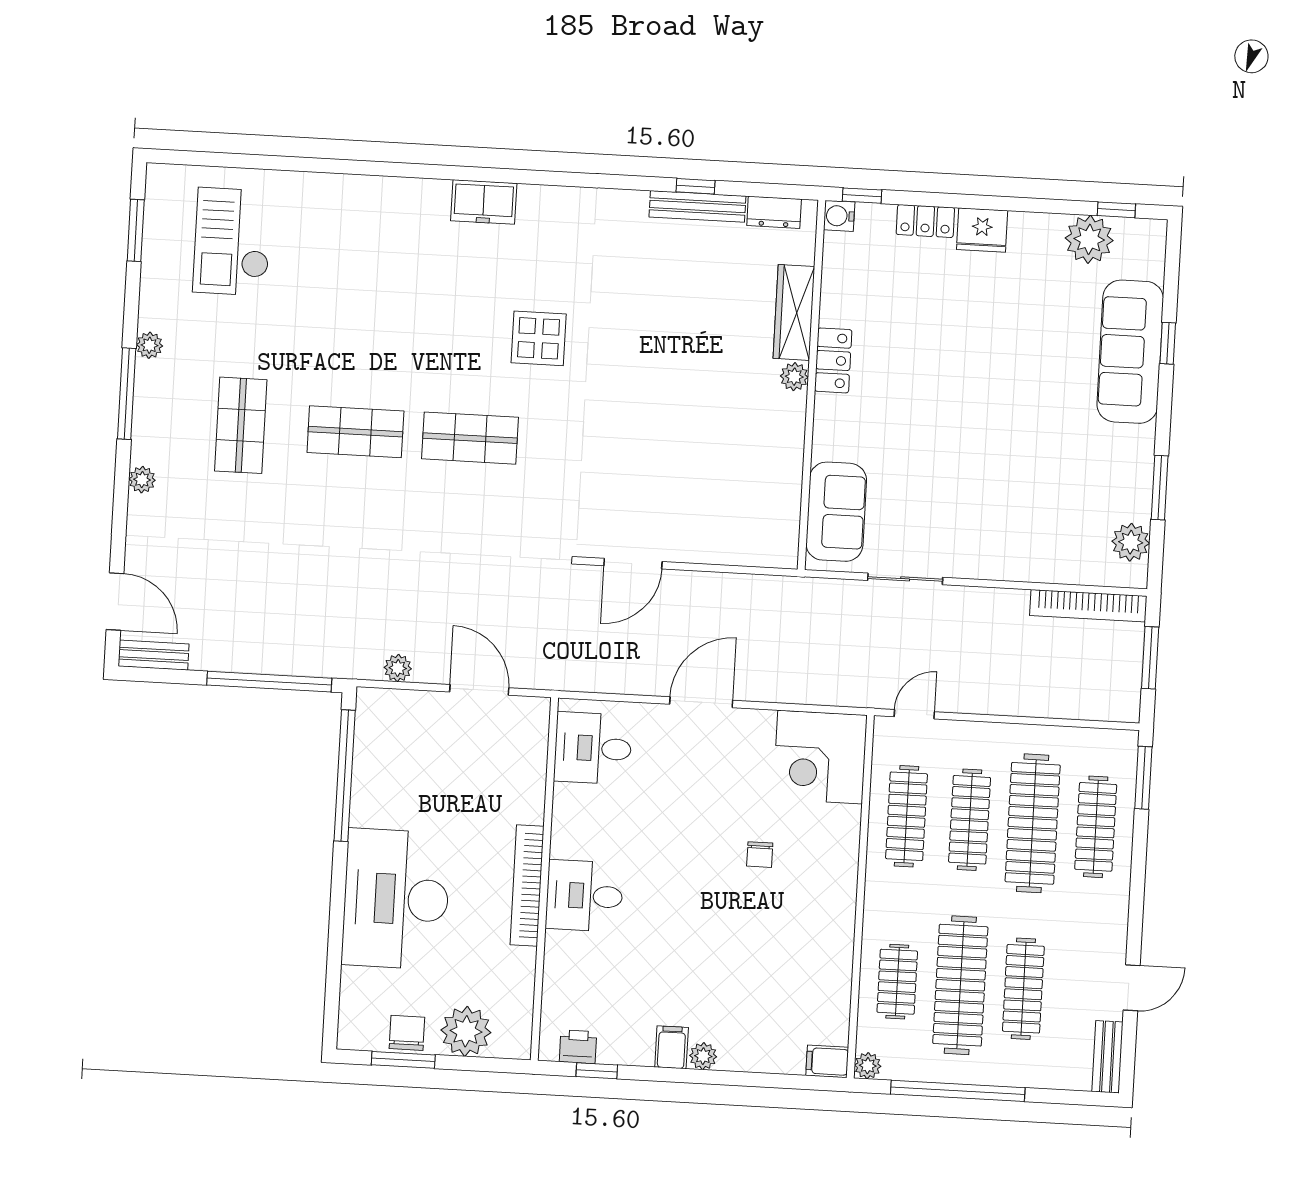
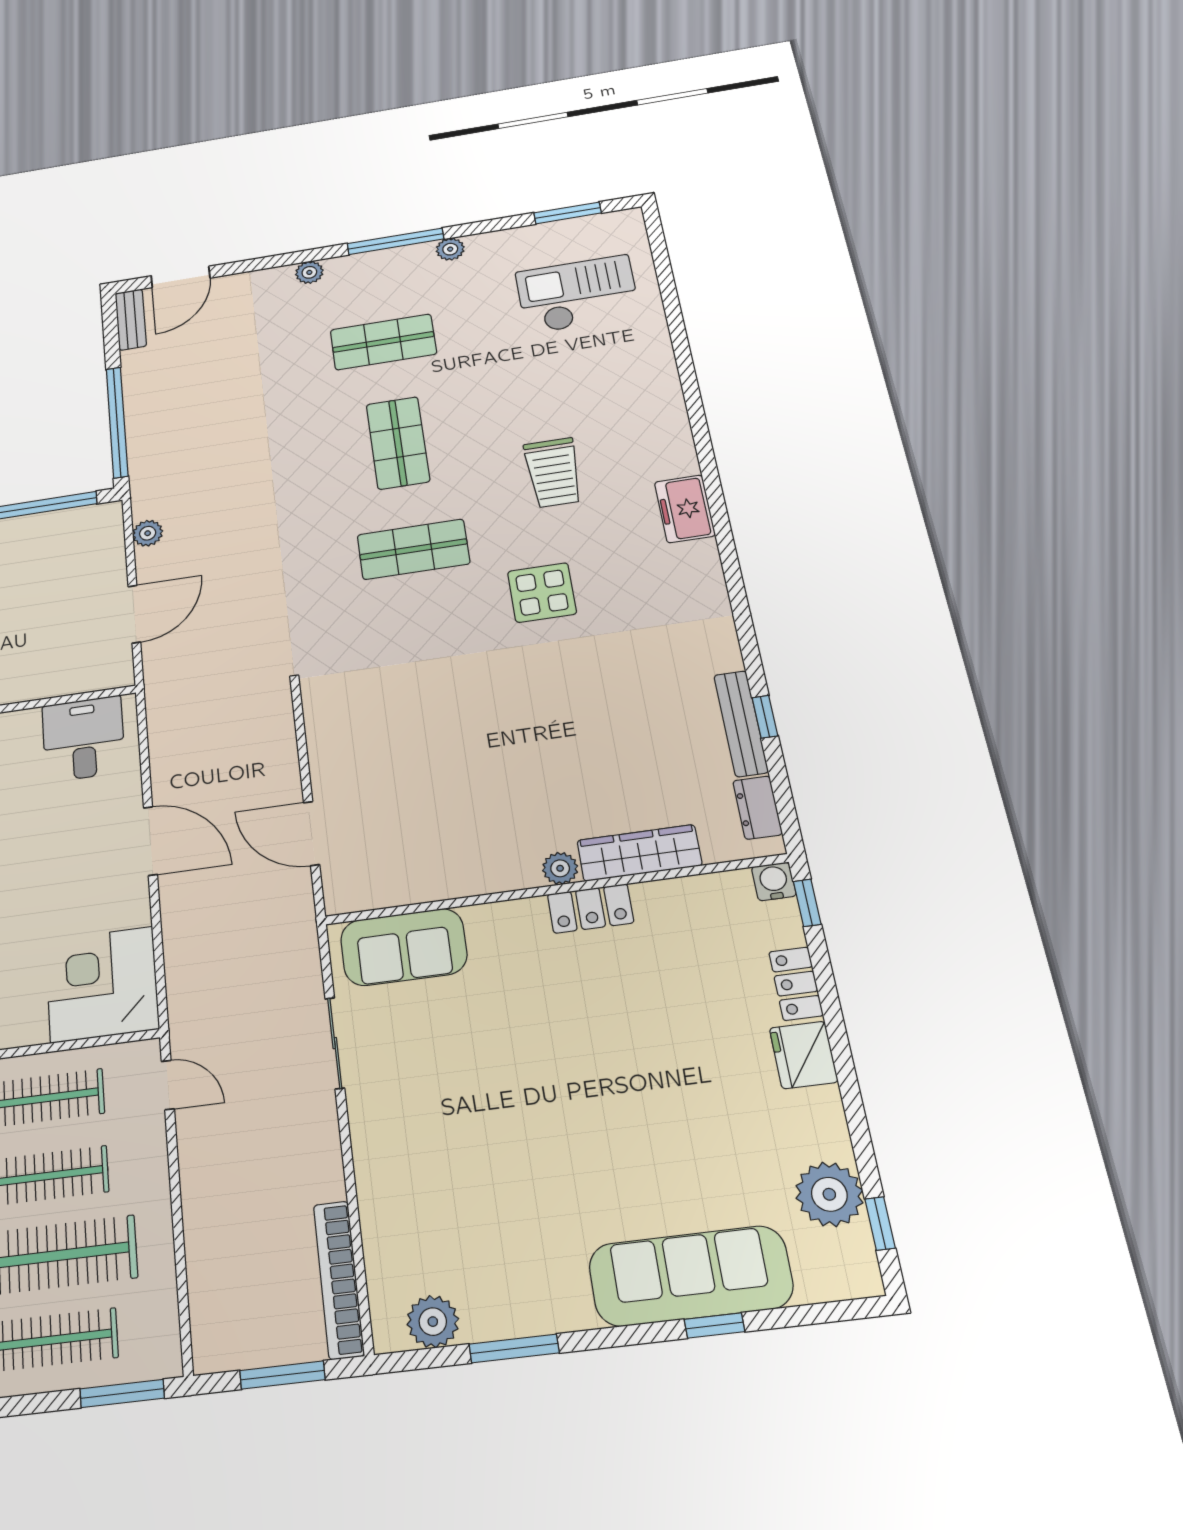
trolley: (420, 304) -> (553, 473), added
shop shelf: (470, 438) -> (413, 549), turned 90
door: (633, 564) -> (312, 833), moved

